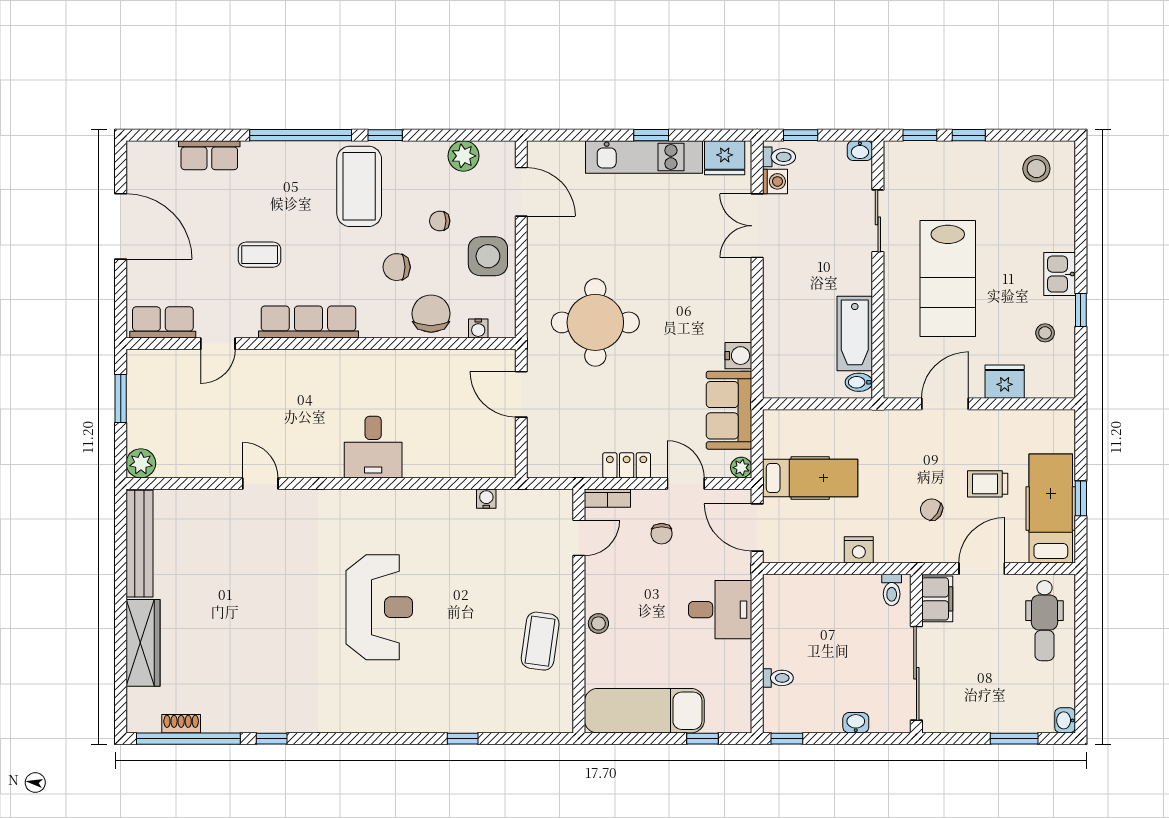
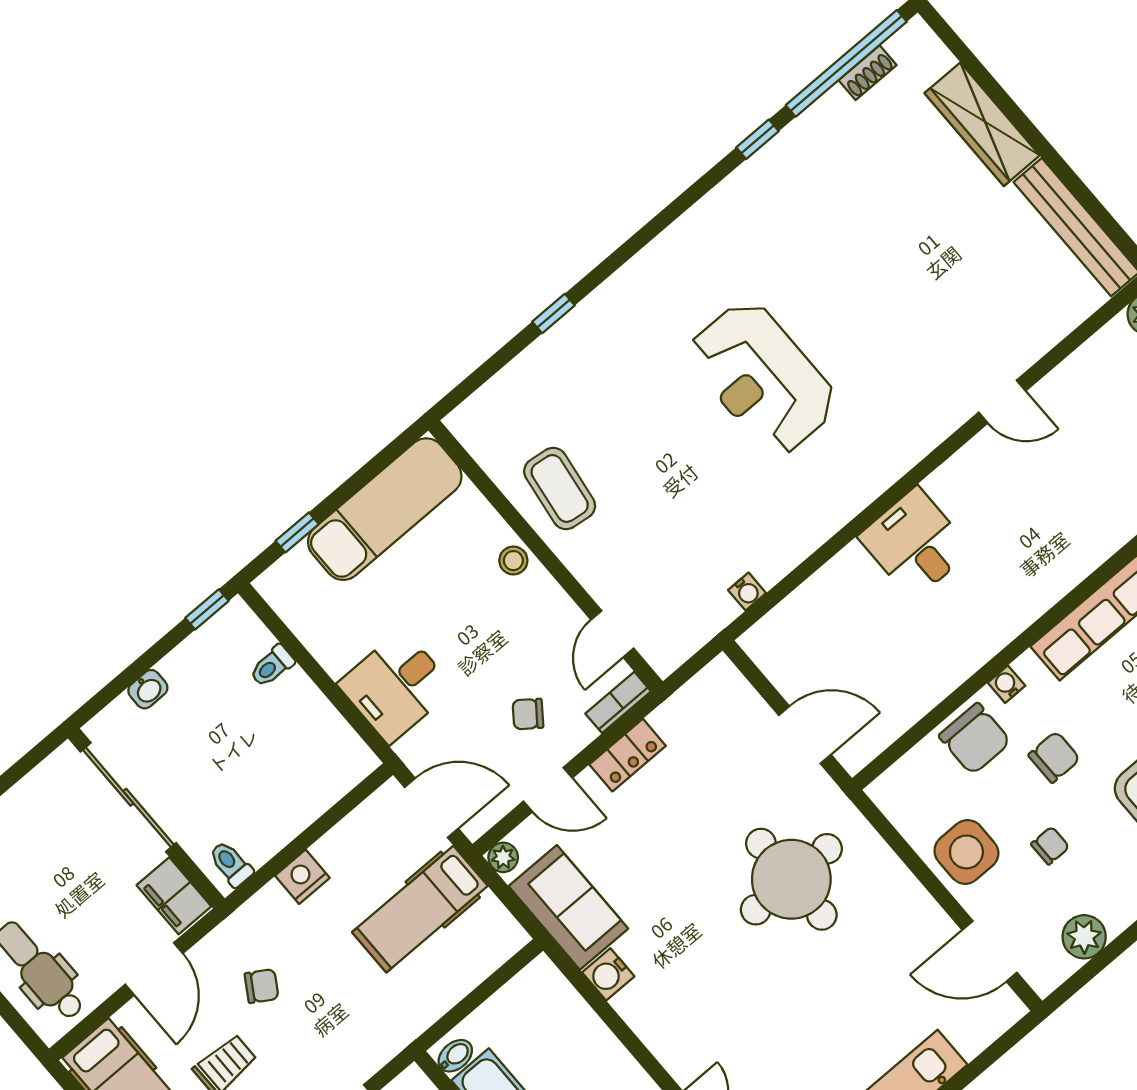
water cooler: (478, 329) -> (1006, 684), moved
chair: (662, 534) -> (528, 714), turned -53

